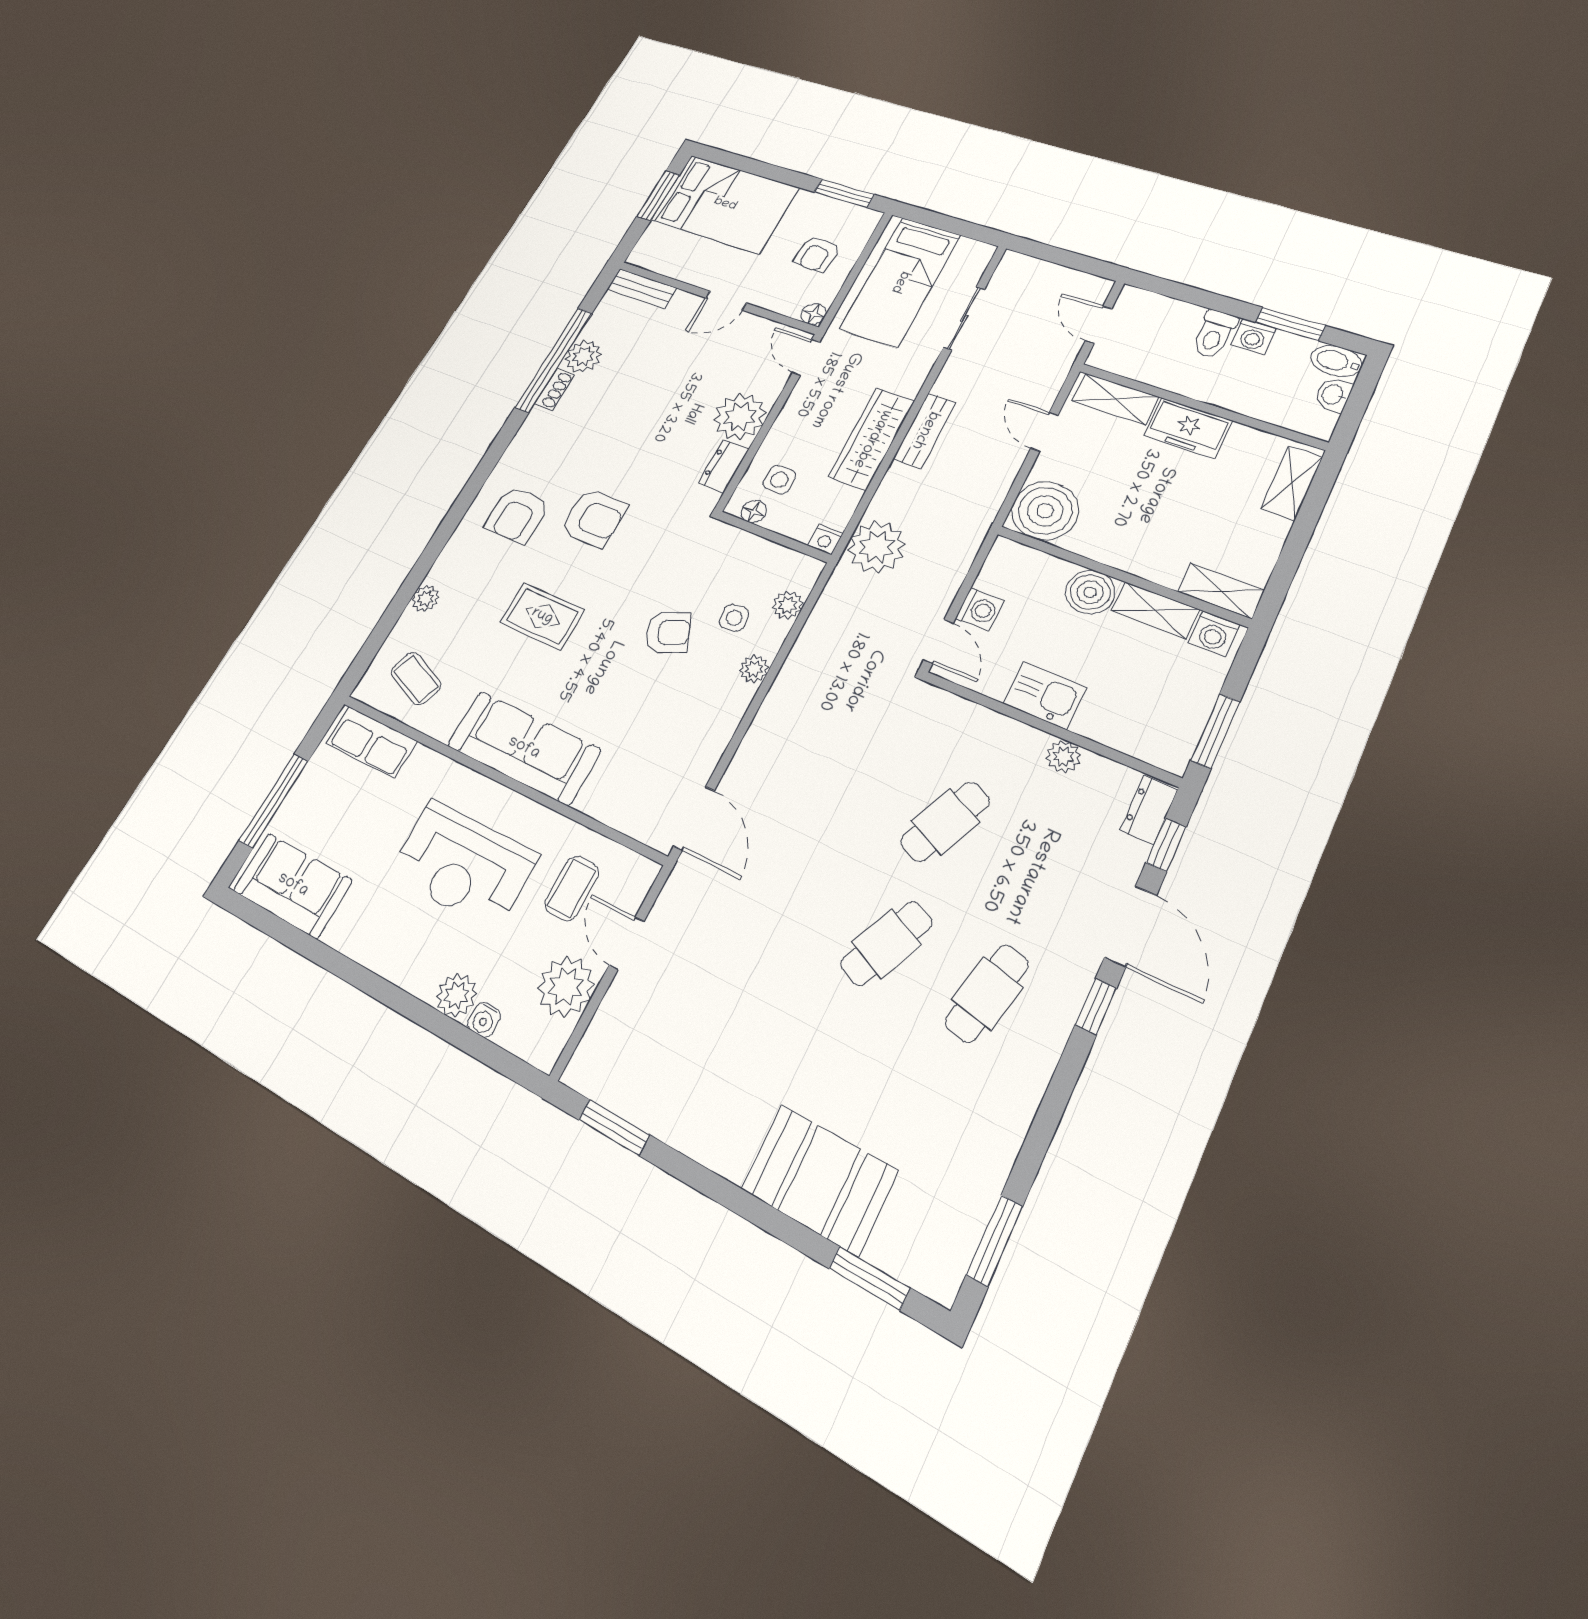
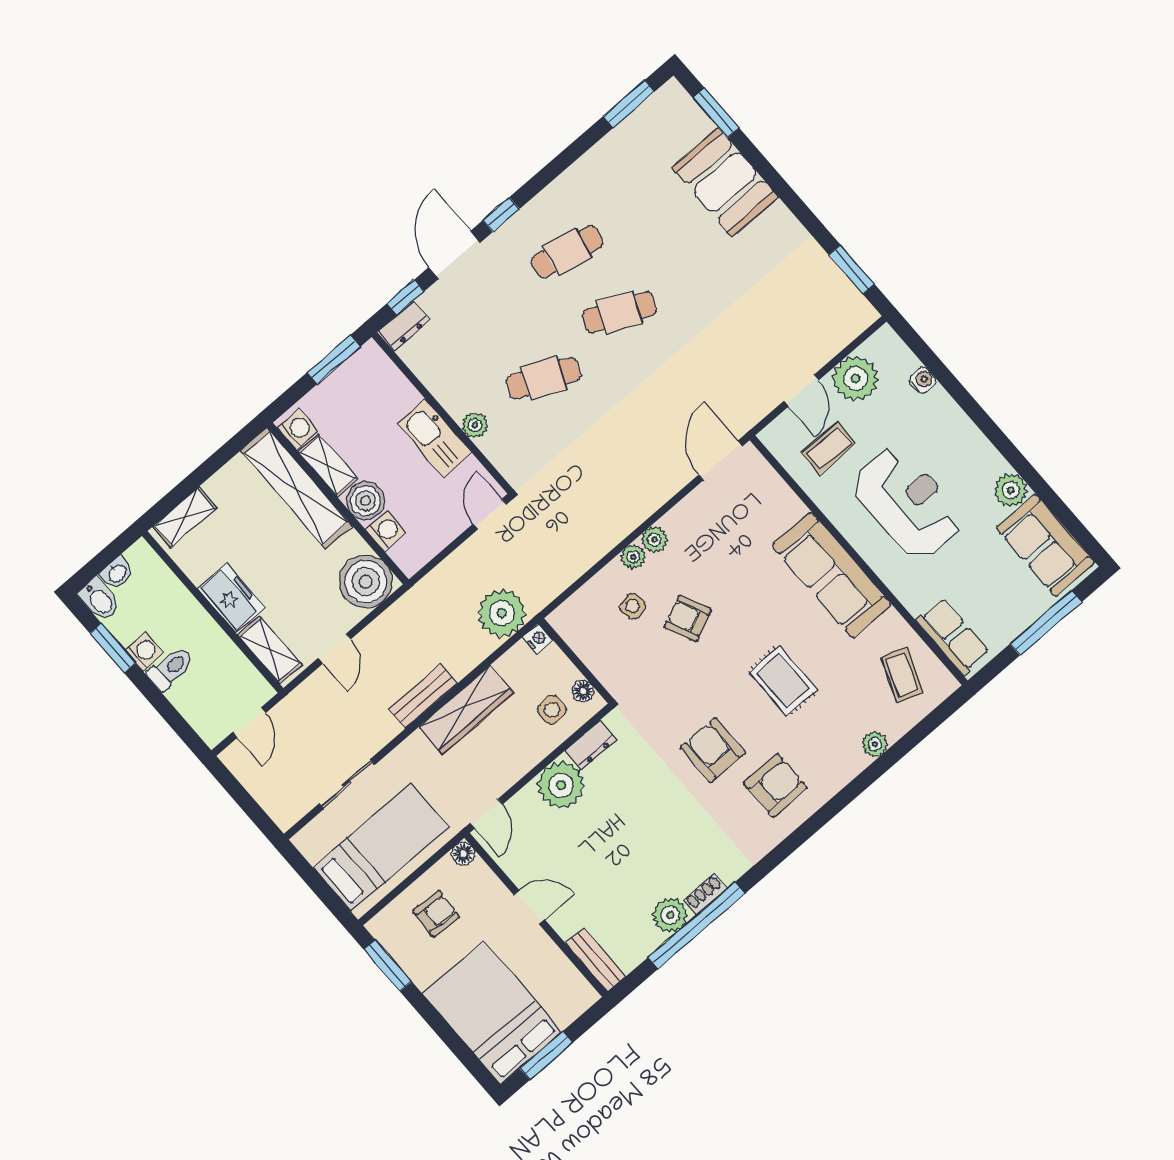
shelving: (1221, 591) -> (296, 488), width x2.20, depth x1.33
plant: (788, 605) -> (655, 540), moved
washing machine: (980, 610) -> (386, 531), moved, turned 90
kitchen sink: (1045, 695) -> (434, 438), width x1.38
plant: (1063, 757) -> (475, 425), moved
plant: (456, 995) -> (1011, 490), moved

